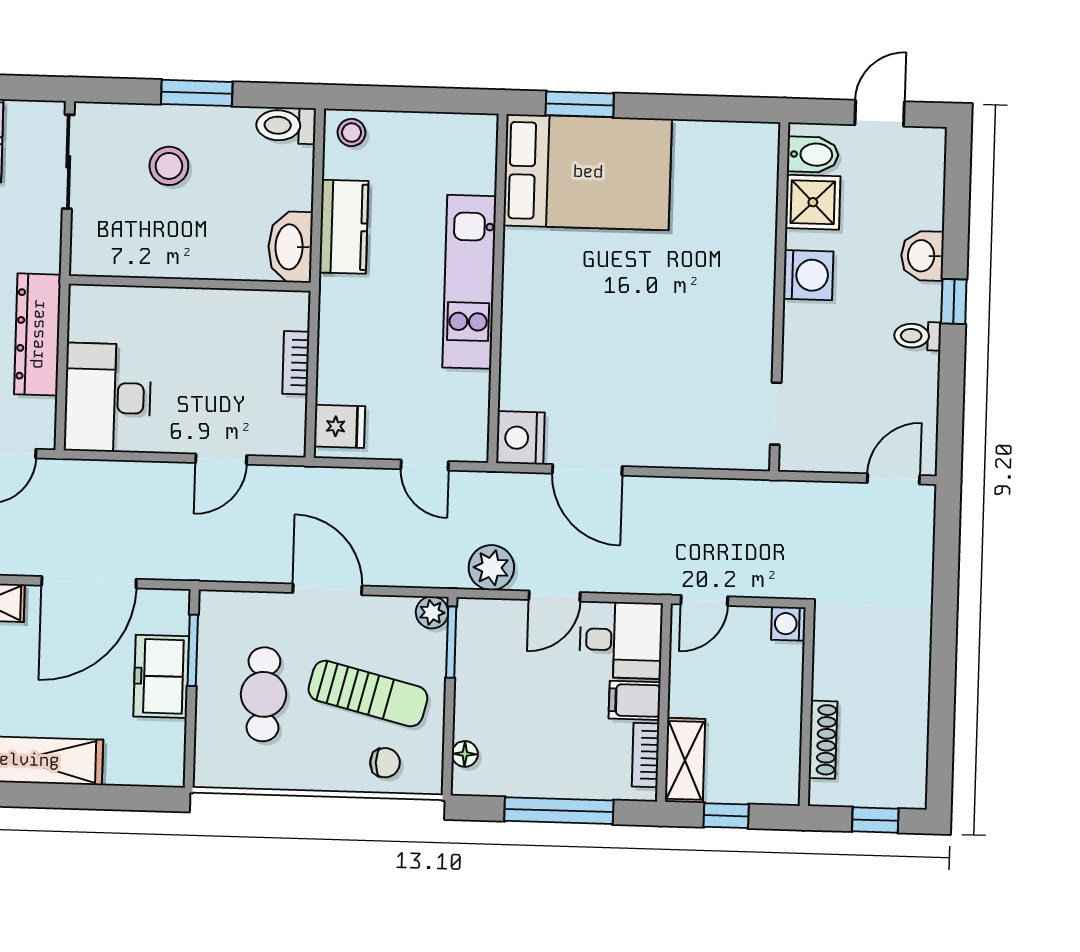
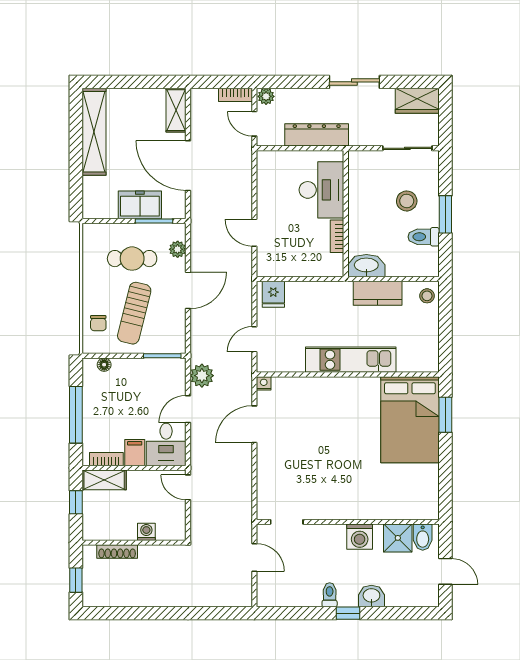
toilet: (286, 125) -> (424, 237), moved, turned -90
bookcase: (296, 363) -> (337, 236), moved, turned -90
desk: (108, 398) -> (321, 190), moved, turned 90
nightstand: (520, 438) -> (264, 383), width x0.53, depth x0.56
door: (894, 479) -> (254, 557), moved
door: (555, 596) -> (188, 409), hinge flipped
plant: (432, 612) -> (178, 249), moved
washing machine: (788, 624) -> (146, 532), moved

